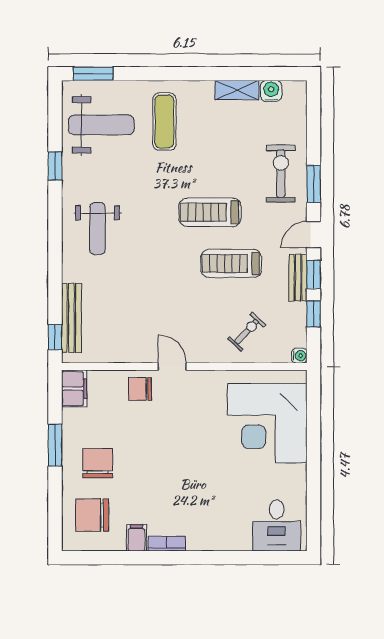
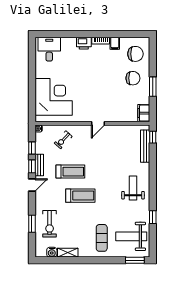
exercise bike: (281, 174) -> (50, 224), moved
window: (314, 184) -> (32, 224), moved
door: (172, 367) -> (98, 123), hinge flipped
chair: (140, 389) -> (113, 113), removed
chair: (98, 463) -> (133, 78), turned -90
printer: (203, 538) -> (84, 43), added

